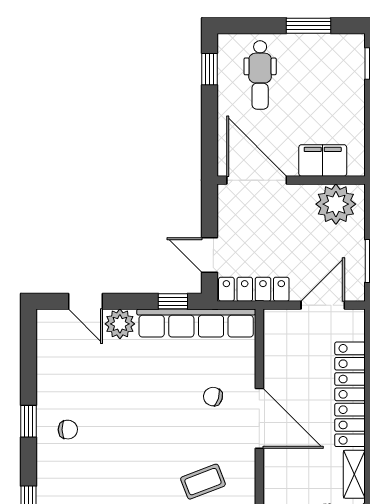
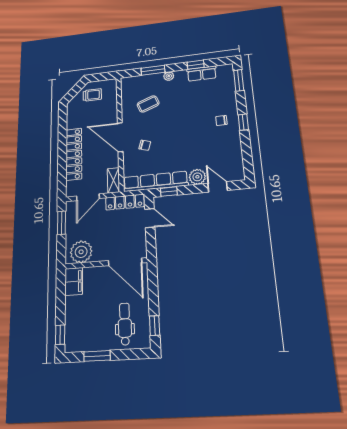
filing cabinet: (323, 160) -> (74, 281), moved, turned -90
shelving: (354, 474) -> (113, 180), moved

